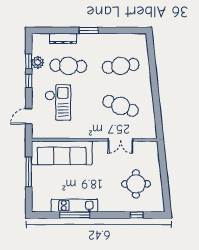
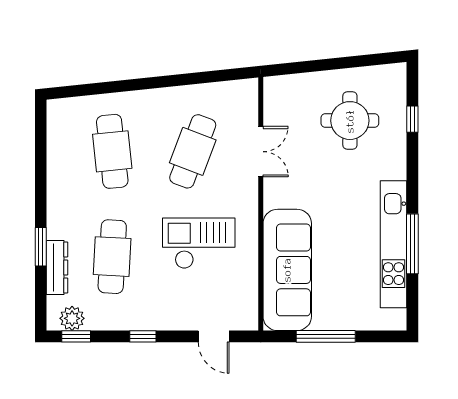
window: (89, 30) -> (41, 247), moved
window: (29, 61) -> (76, 336), moved
plant: (38, 62) -> (72, 318), moved
checkout: (58, 103) -> (199, 243), moved
kitchen unit: (74, 206) -> (393, 244), width x1.36

